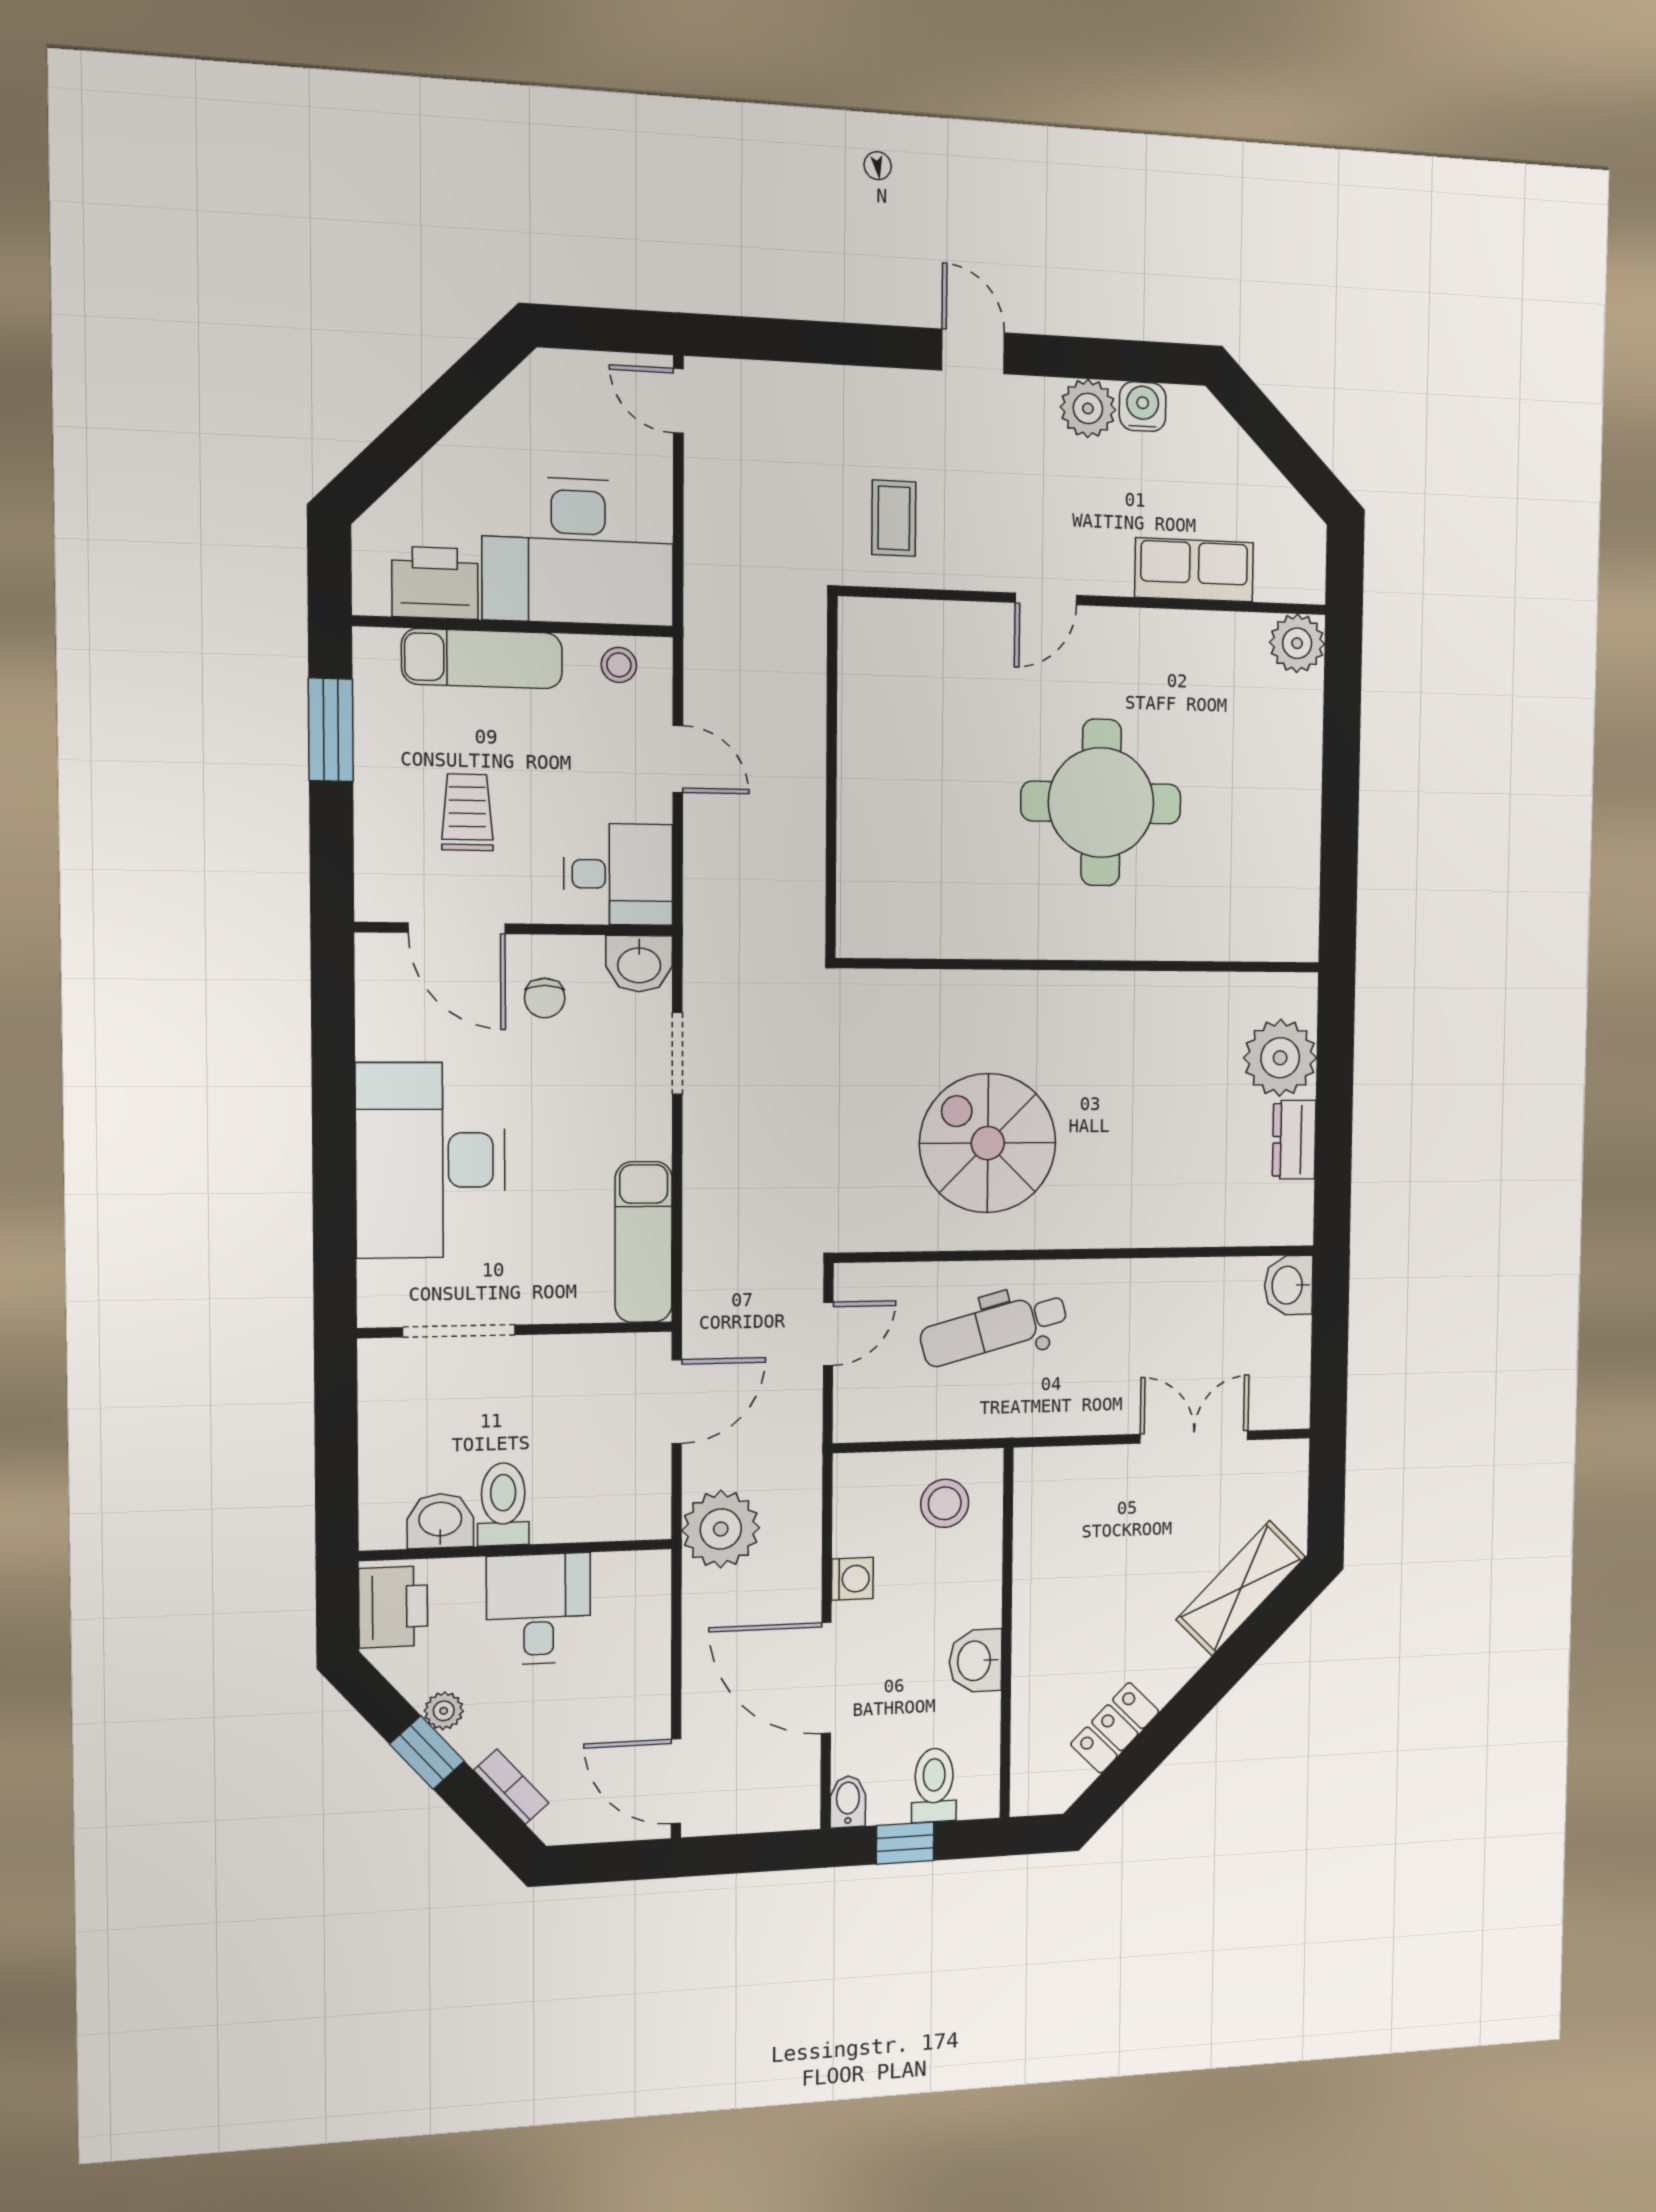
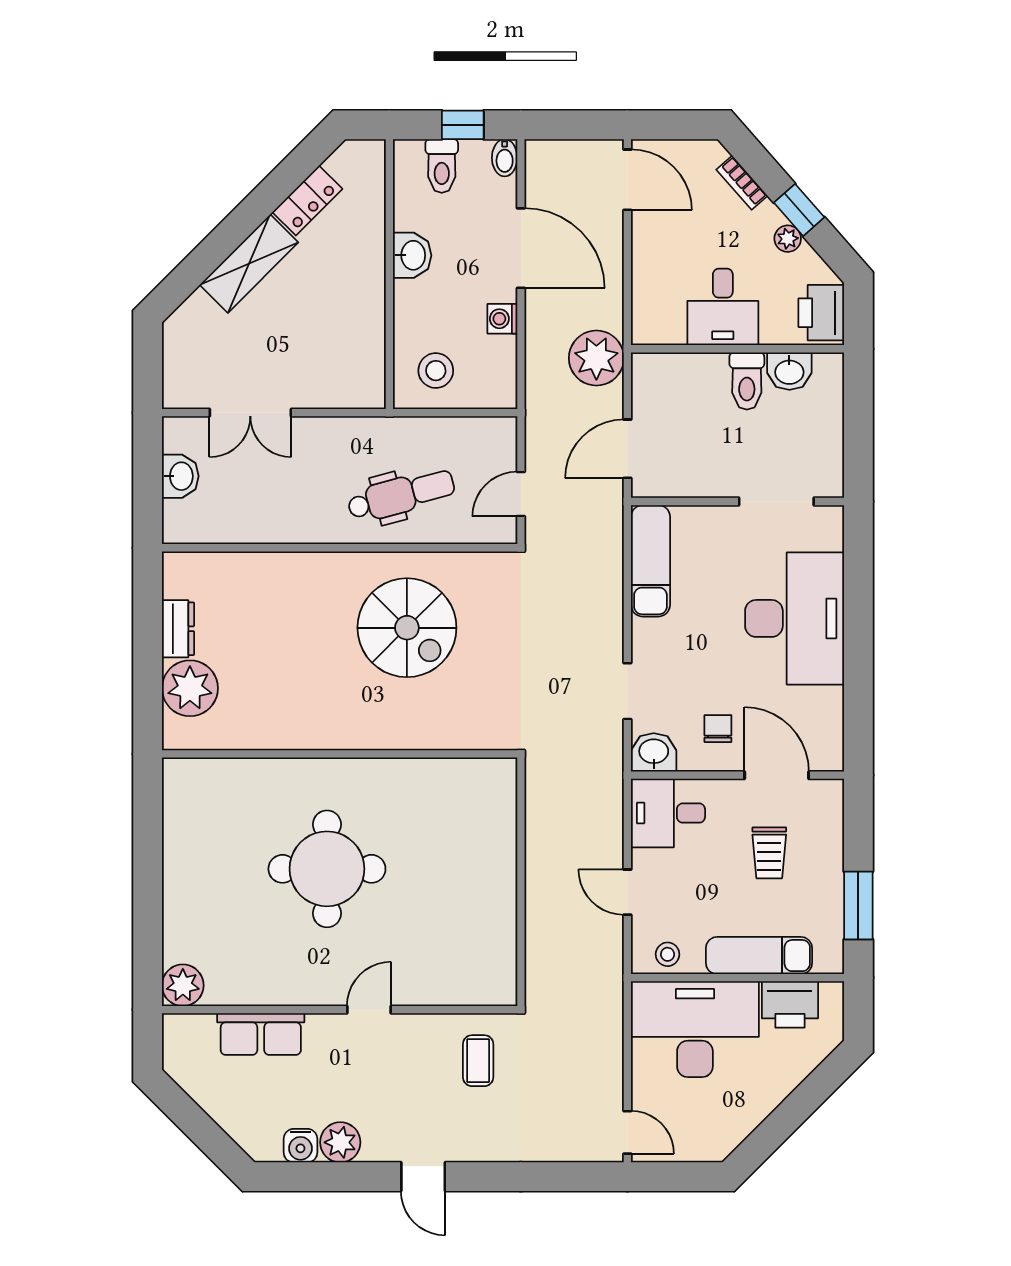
washbasin: (1289, 1285) -> (180, 476), moved
shelving: (1241, 1588) -> (249, 264), moved

